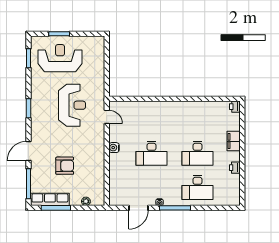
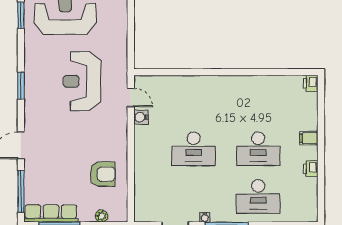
reception desk: (72, 105) -> (82, 81), turned 180
filing cabinet: (234, 141) -> (309, 138), width x0.50
water cooler: (114, 148) -> (141, 117), moved
armchair: (65, 166) -> (103, 174), moved

